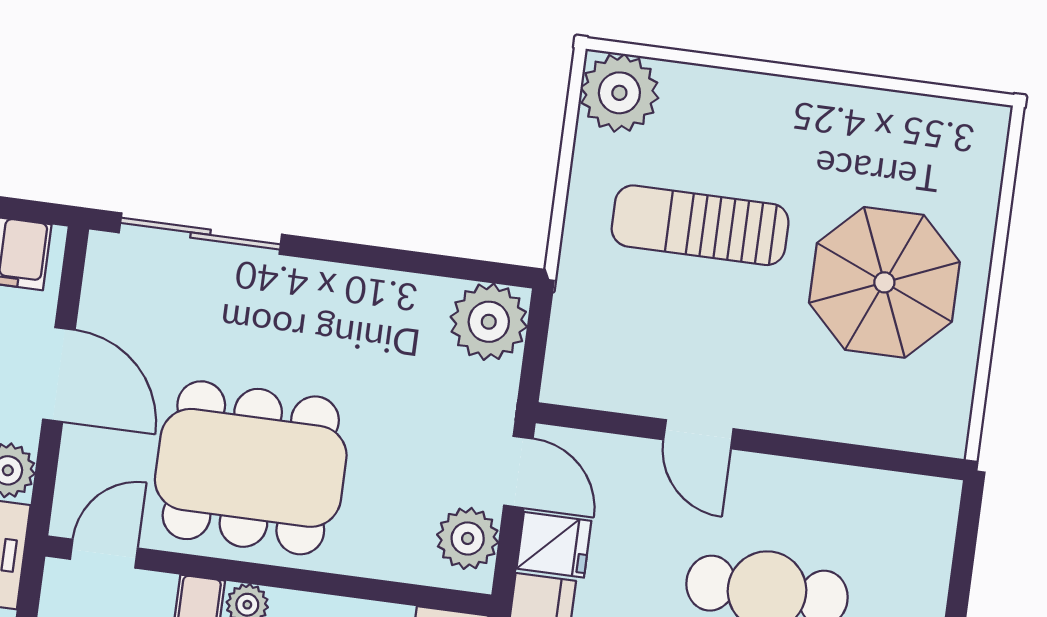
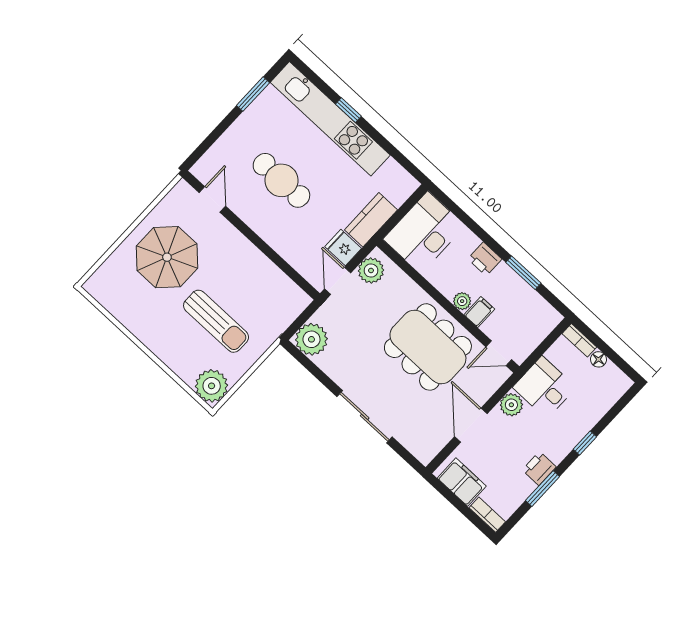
sliding door: (200, 234) -> (365, 417), moved
door: (698, 434) -> (212, 199), moved

